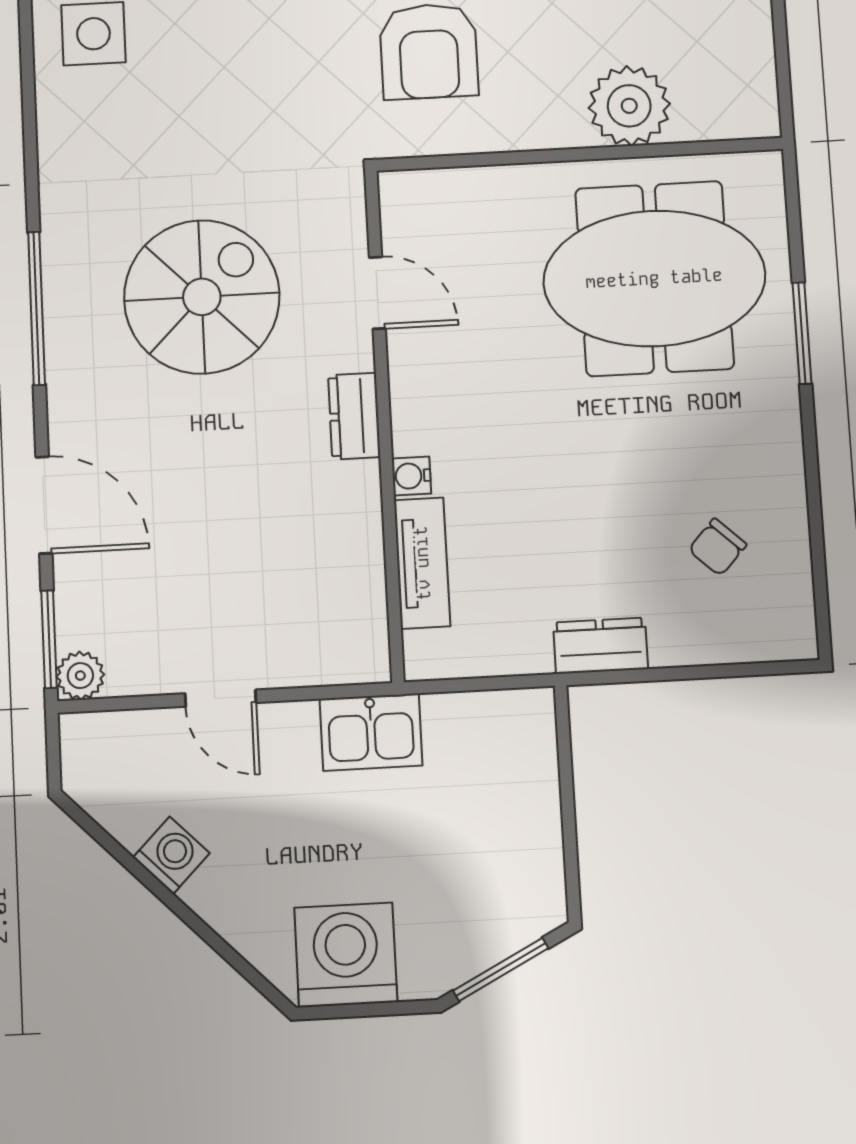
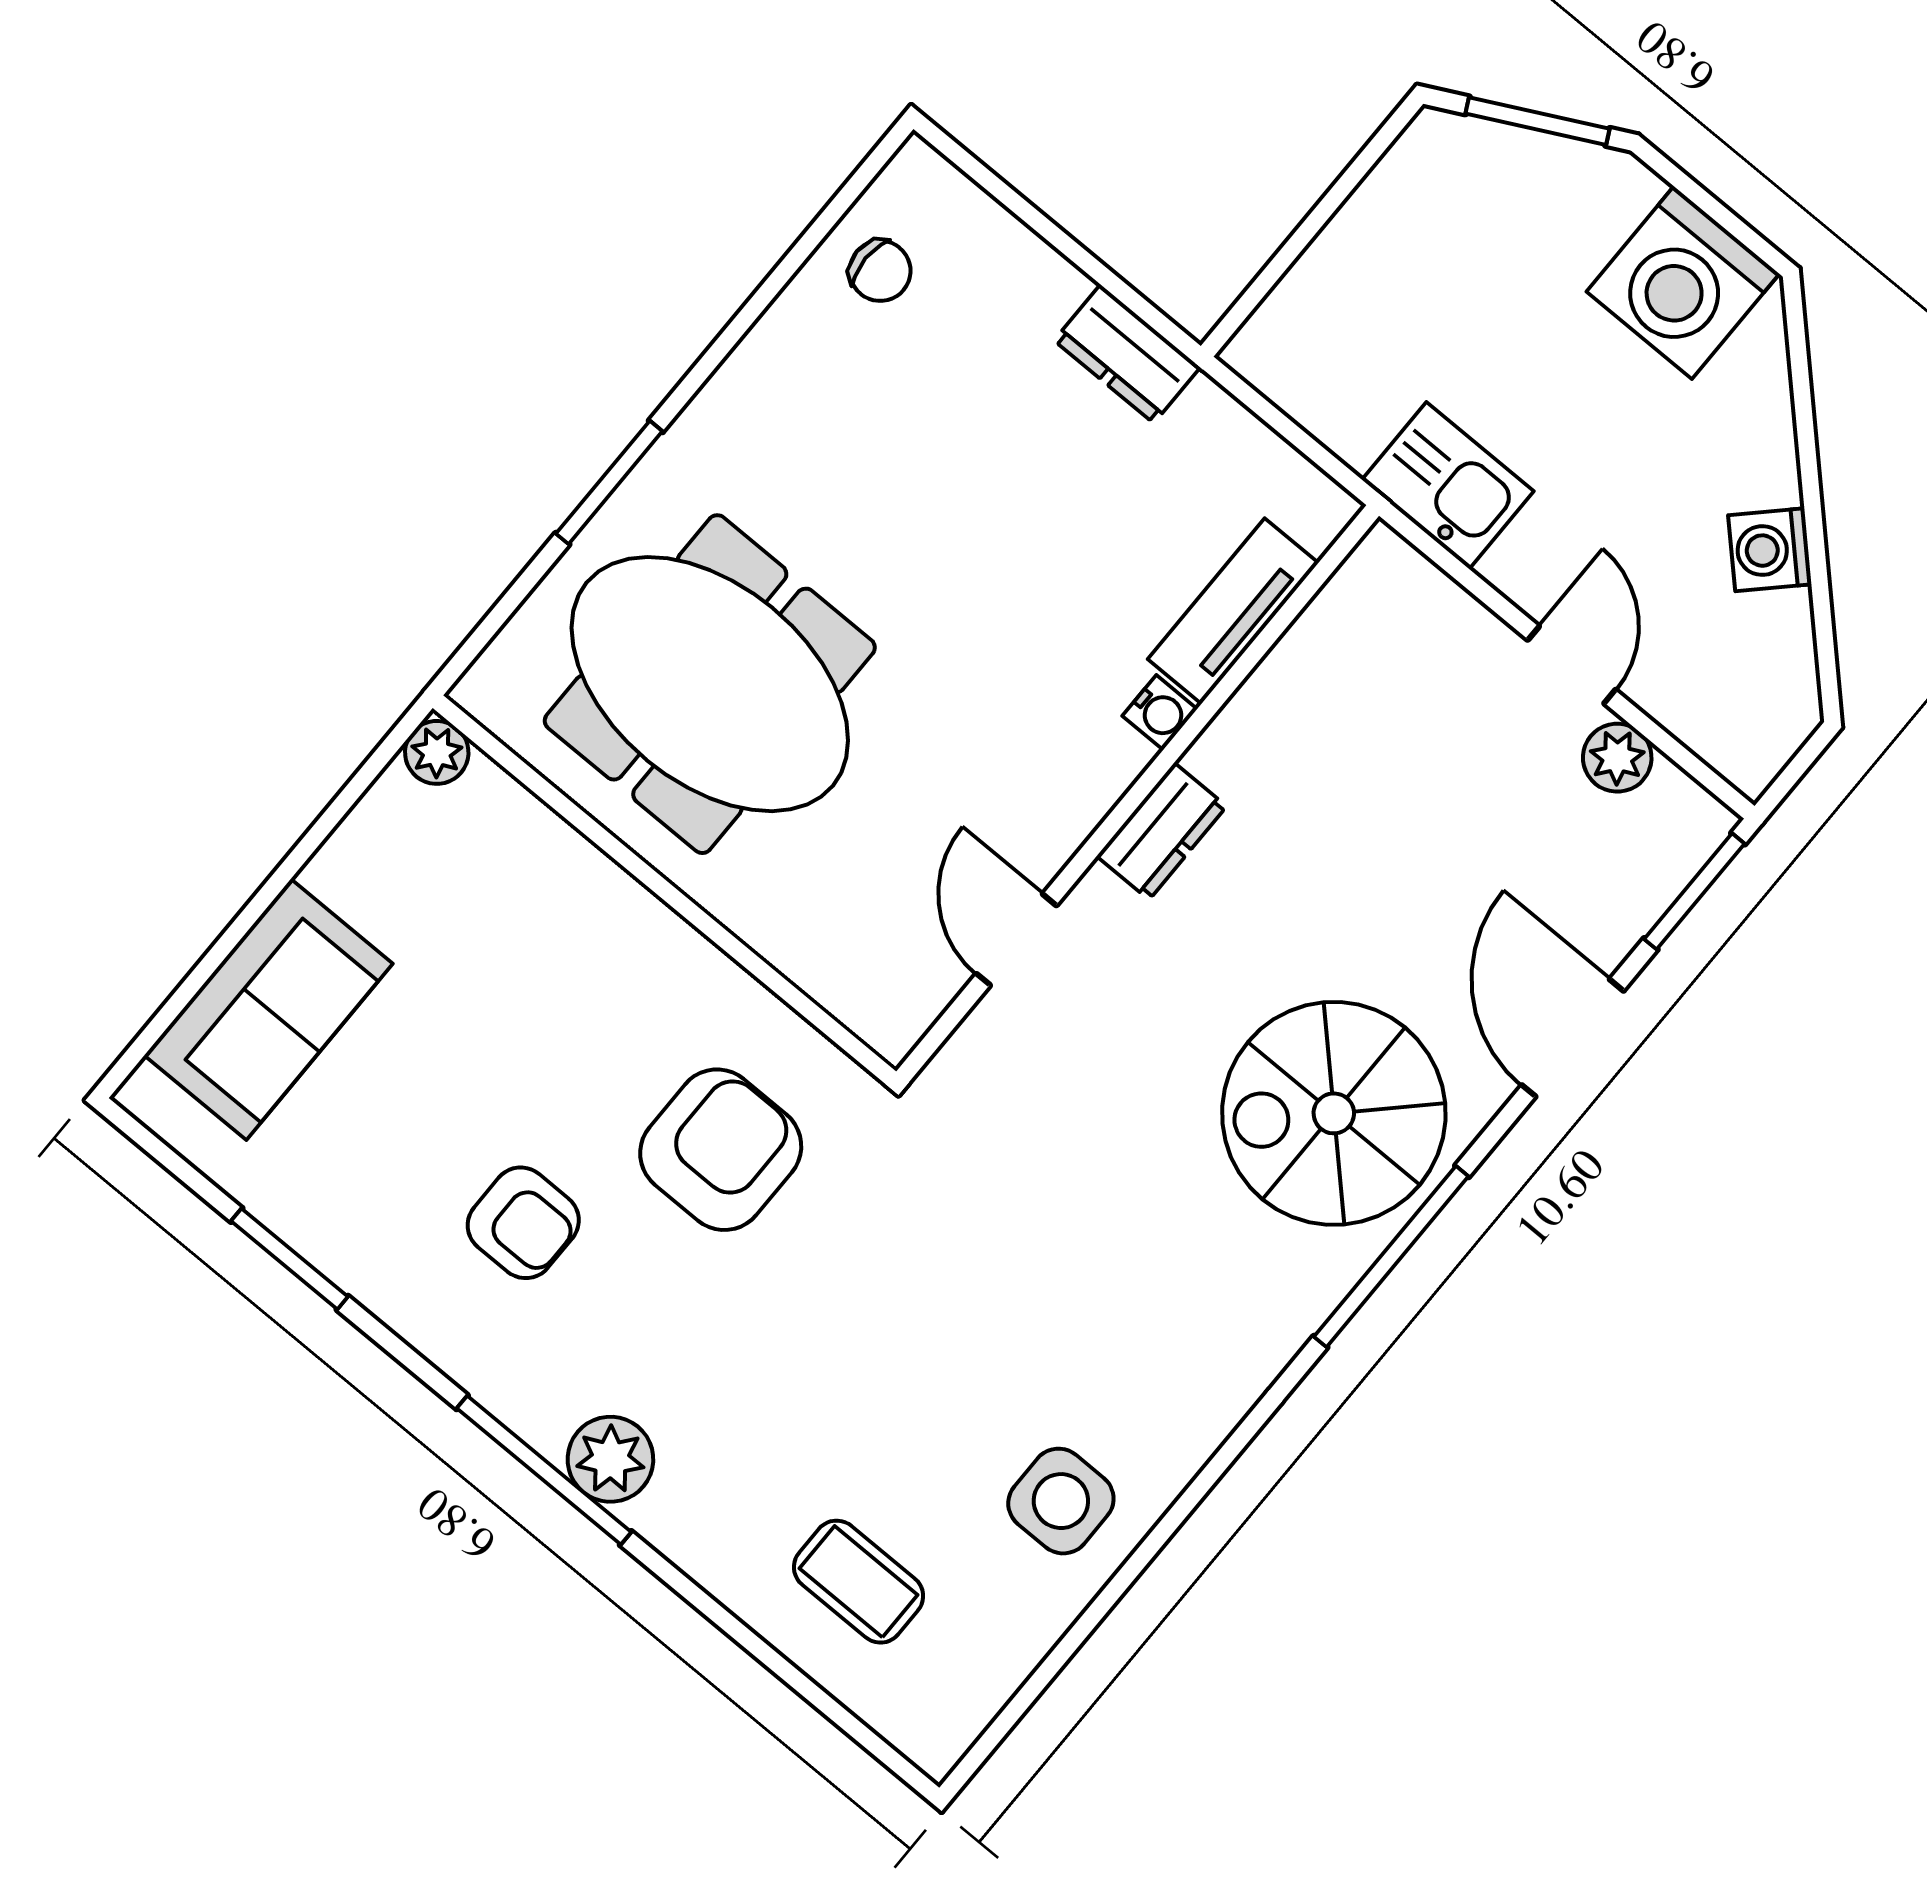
plant: (629, 106) -> (437, 752), moved, width x0.53, depth x0.53
spiral stairs: (202, 297) -> (1334, 1113), moved
chair: (717, 547) -> (880, 271), moved, turned 47
plant: (80, 676) -> (1617, 758), moved

